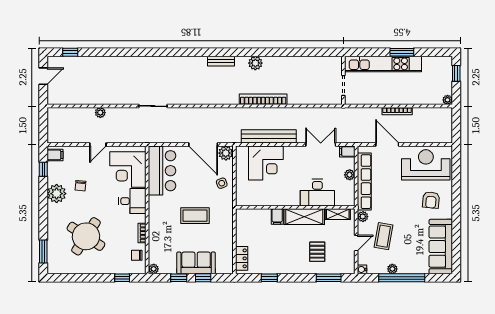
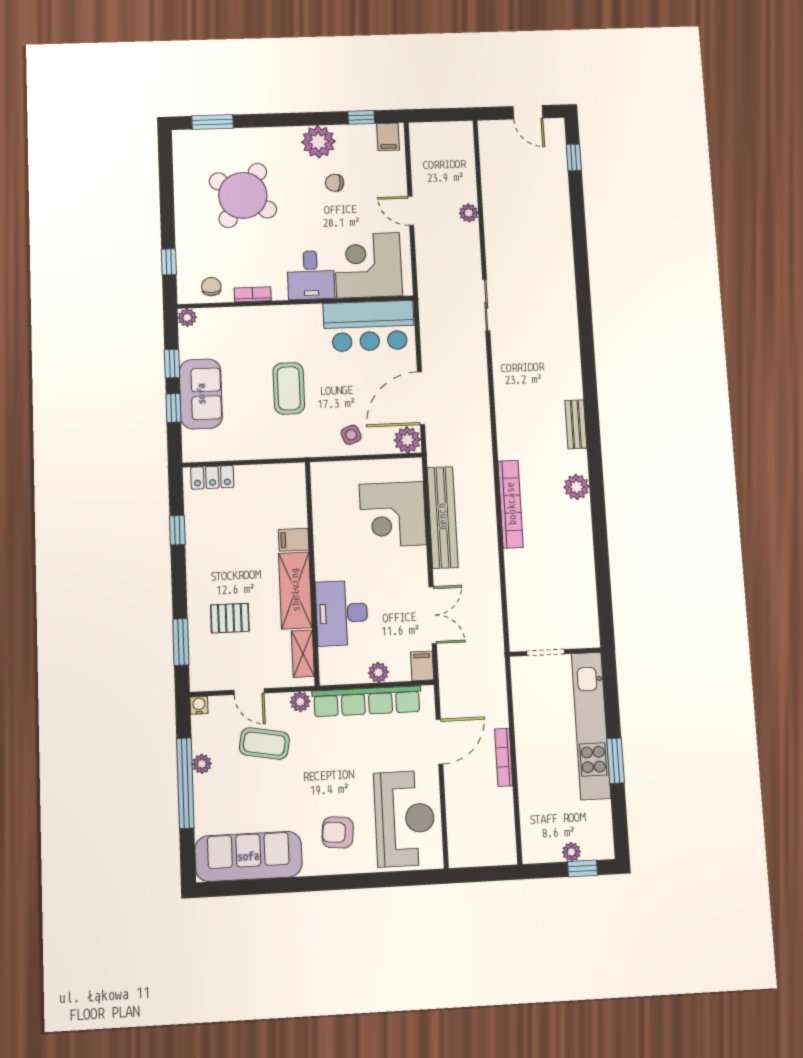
plant: (447, 100) -> (571, 852), moved

